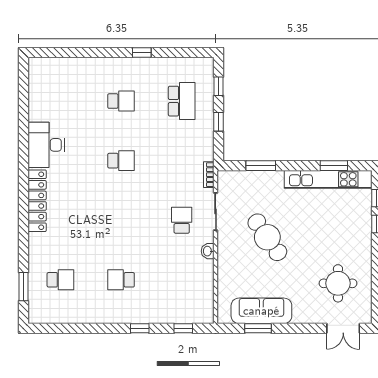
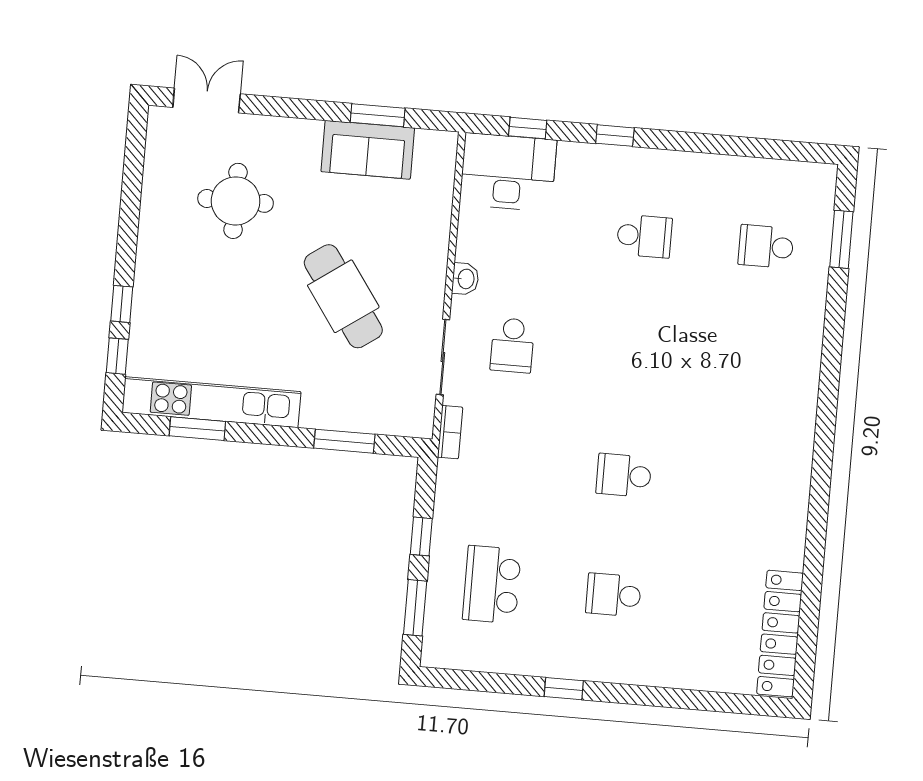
window: (219, 86) -> (415, 608), width x1.50
desk: (46, 145) -> (508, 172), moved, turned -90
locker: (37, 201) -> (780, 634), moved
round table: (338, 283) -> (236, 201), moved
sofa: (261, 311) -> (368, 150), width x0.73

